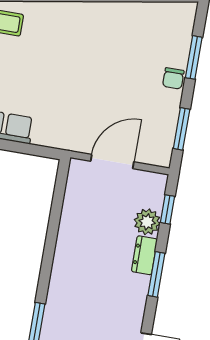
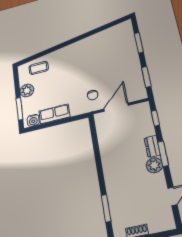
chair: (173, 78) -> (93, 95), moved
plant: (147, 222) -> (154, 165), moved

